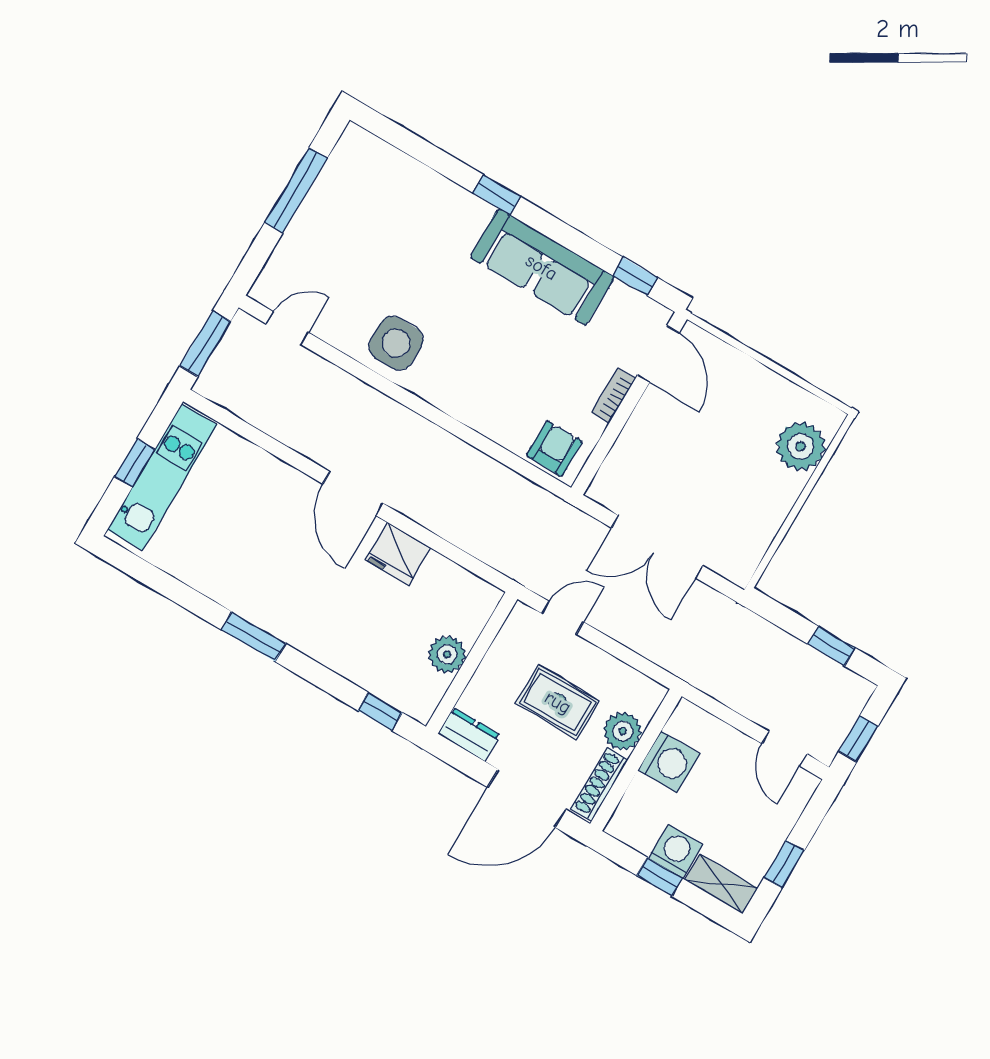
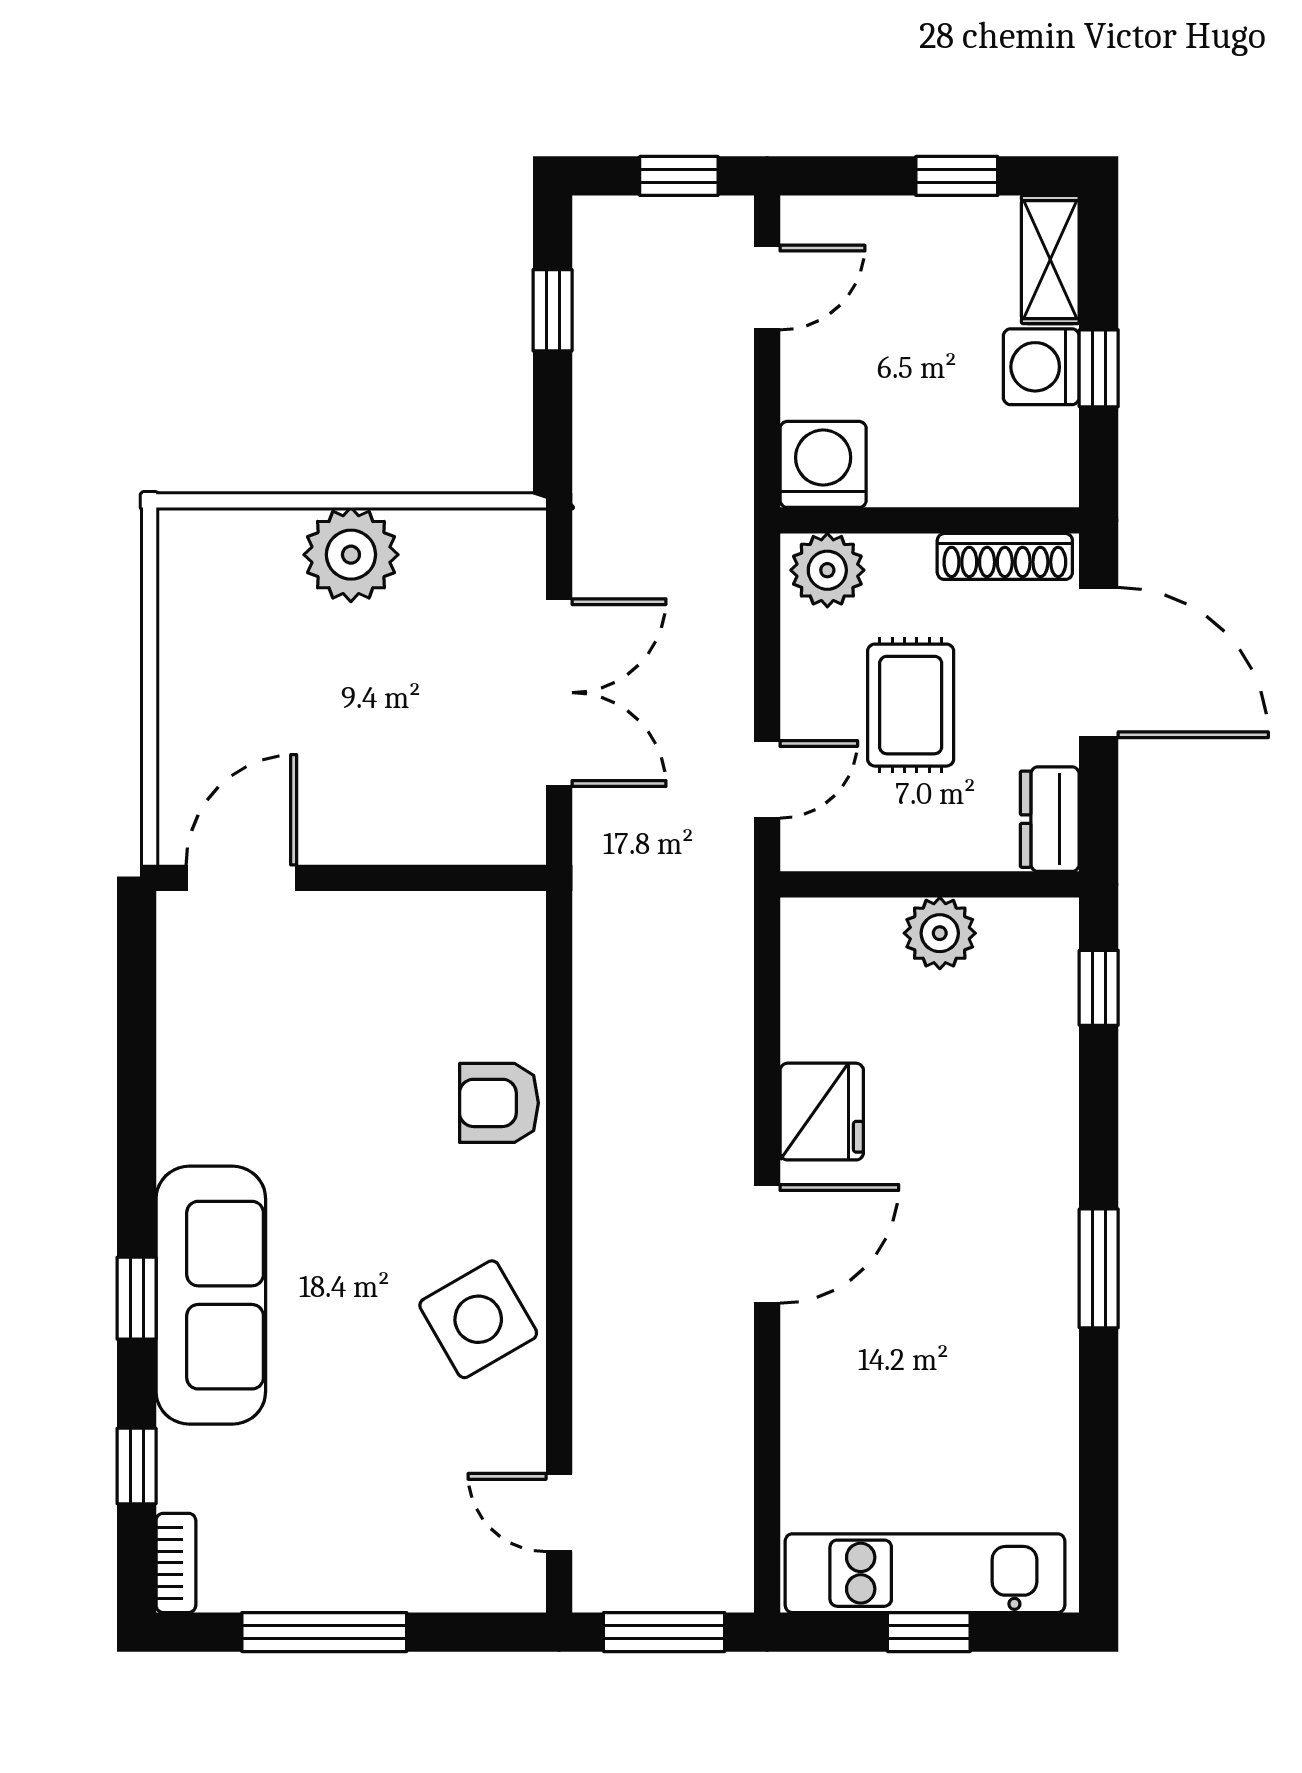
sofa: (542, 267) -> (211, 1295), moved
window: (635, 277) -> (137, 1466), moved
side table: (396, 343) -> (478, 1319), turned -30
bookcase: (614, 396) -> (176, 1563), moved, turned -90
plant: (801, 446) -> (351, 555), moved
armchair: (554, 449) -> (499, 1103), moved
door: (563, 618) -> (767, 779), swing flipped
plant: (623, 731) -> (827, 570), moved
washing machine: (669, 762) -> (823, 464), moved

